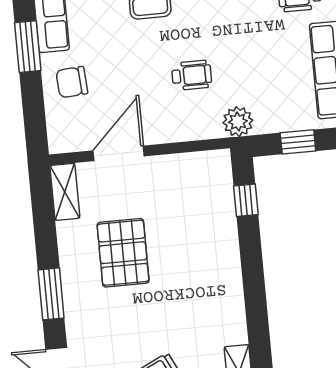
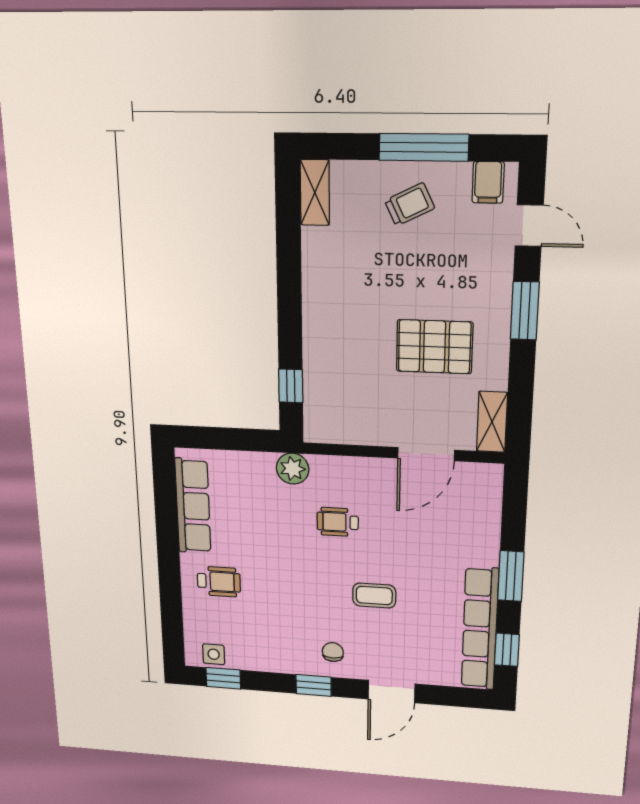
chair: (72, 82) -> (468, 534), removed
window: (298, 142) -> (230, 439), removed
pallet: (123, 253) -> (434, 347), turned 90

